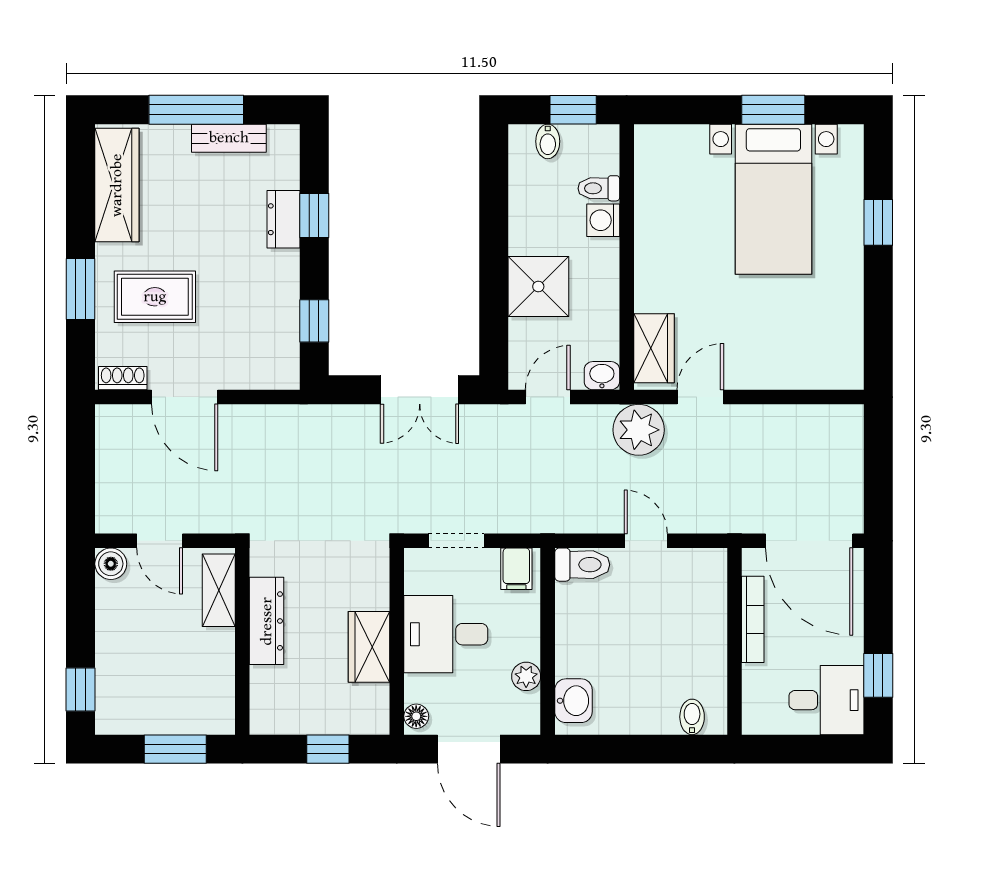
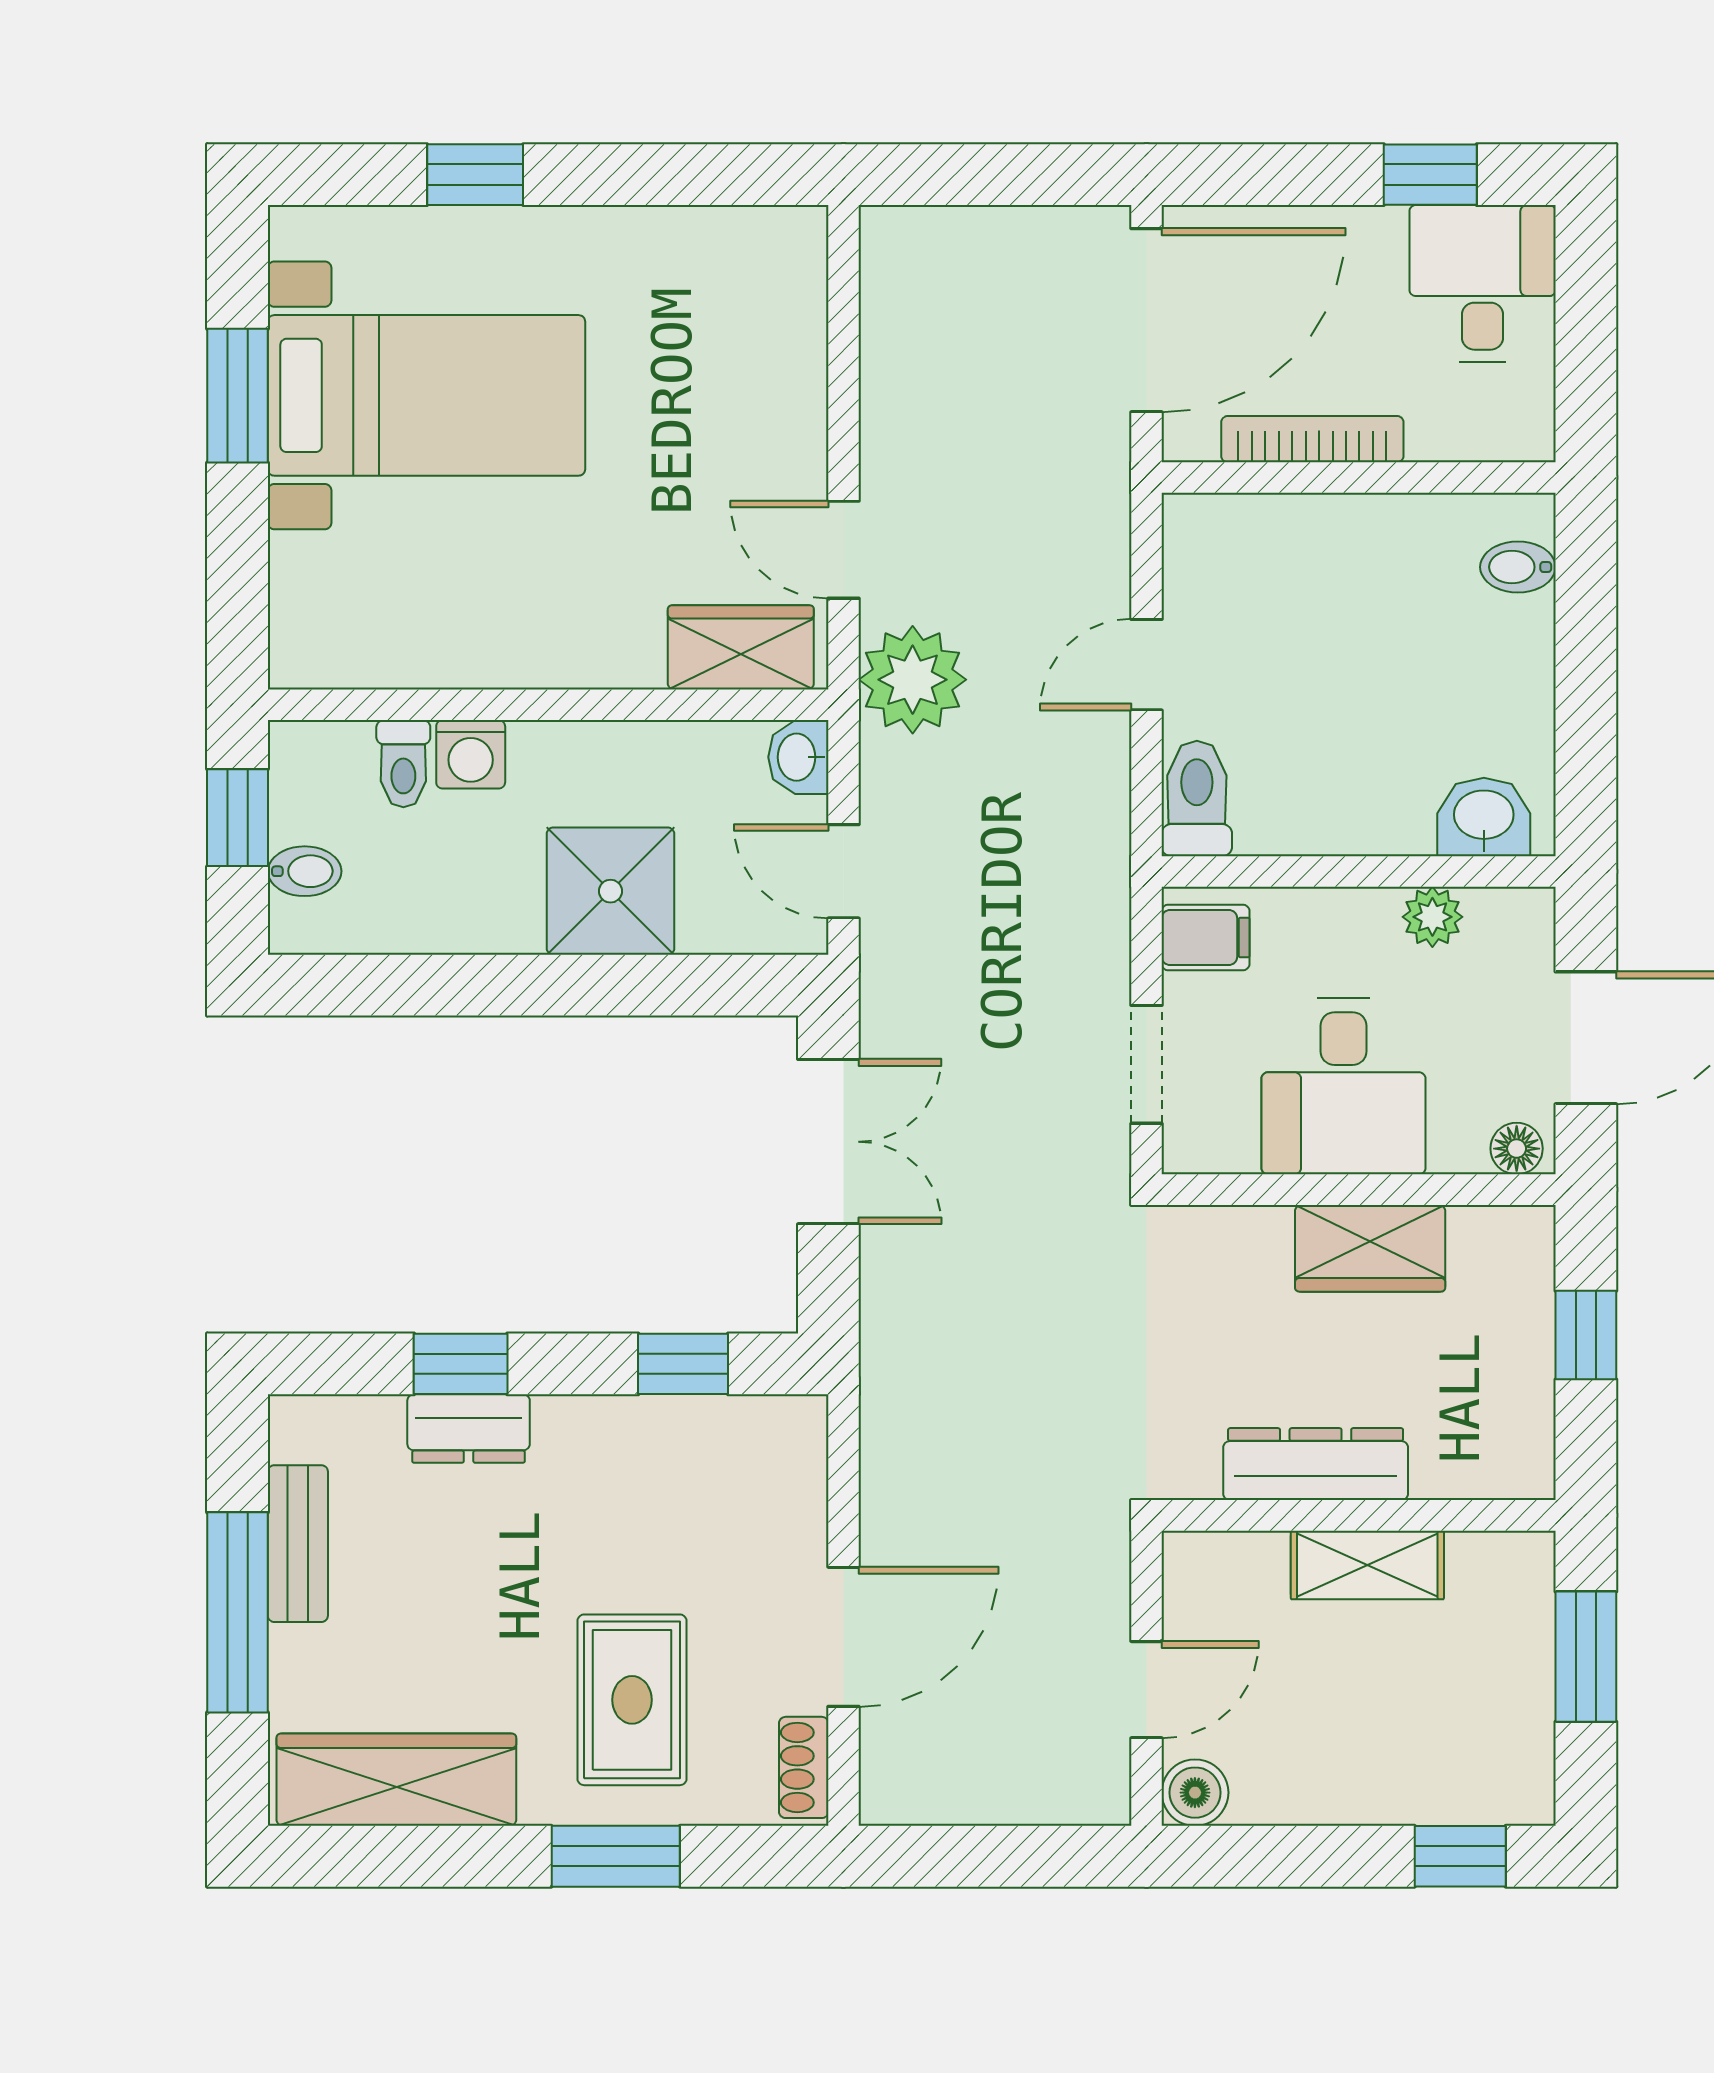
shelving: (219, 590) -> (1367, 1565), moved

